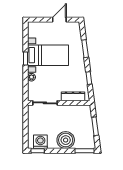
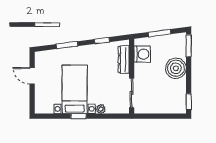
washing machine: (40, 142) -> (142, 54), moved, turned 180

